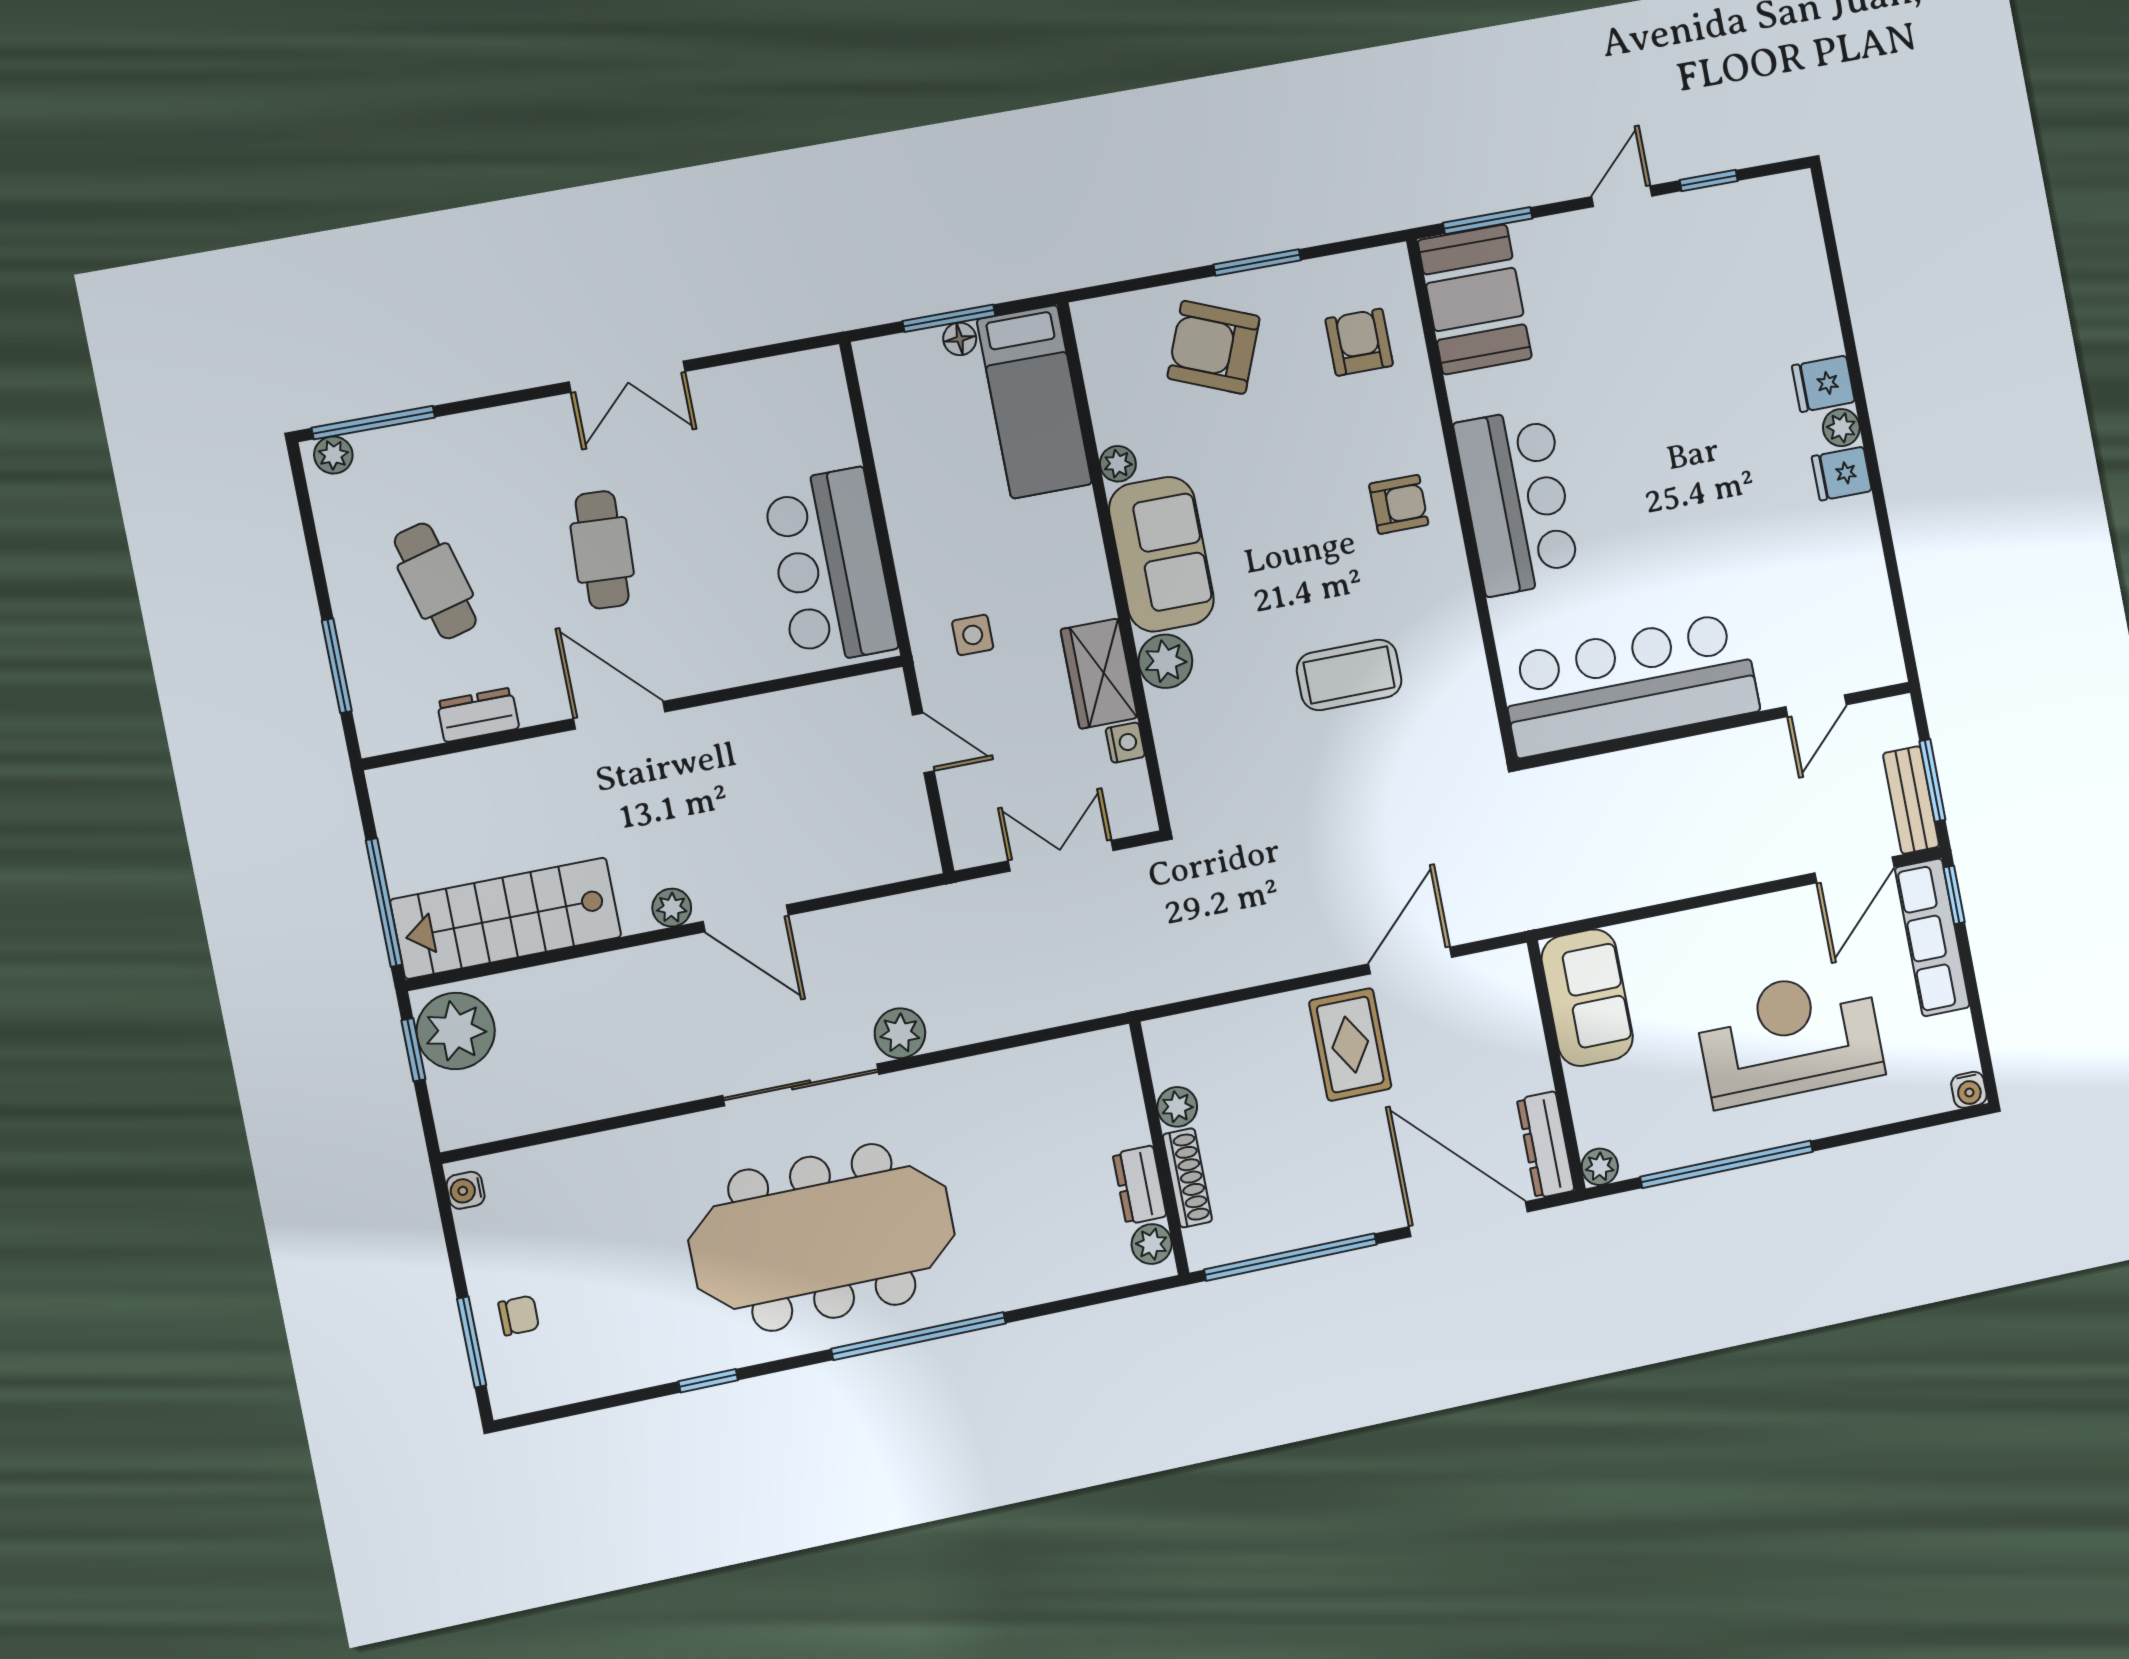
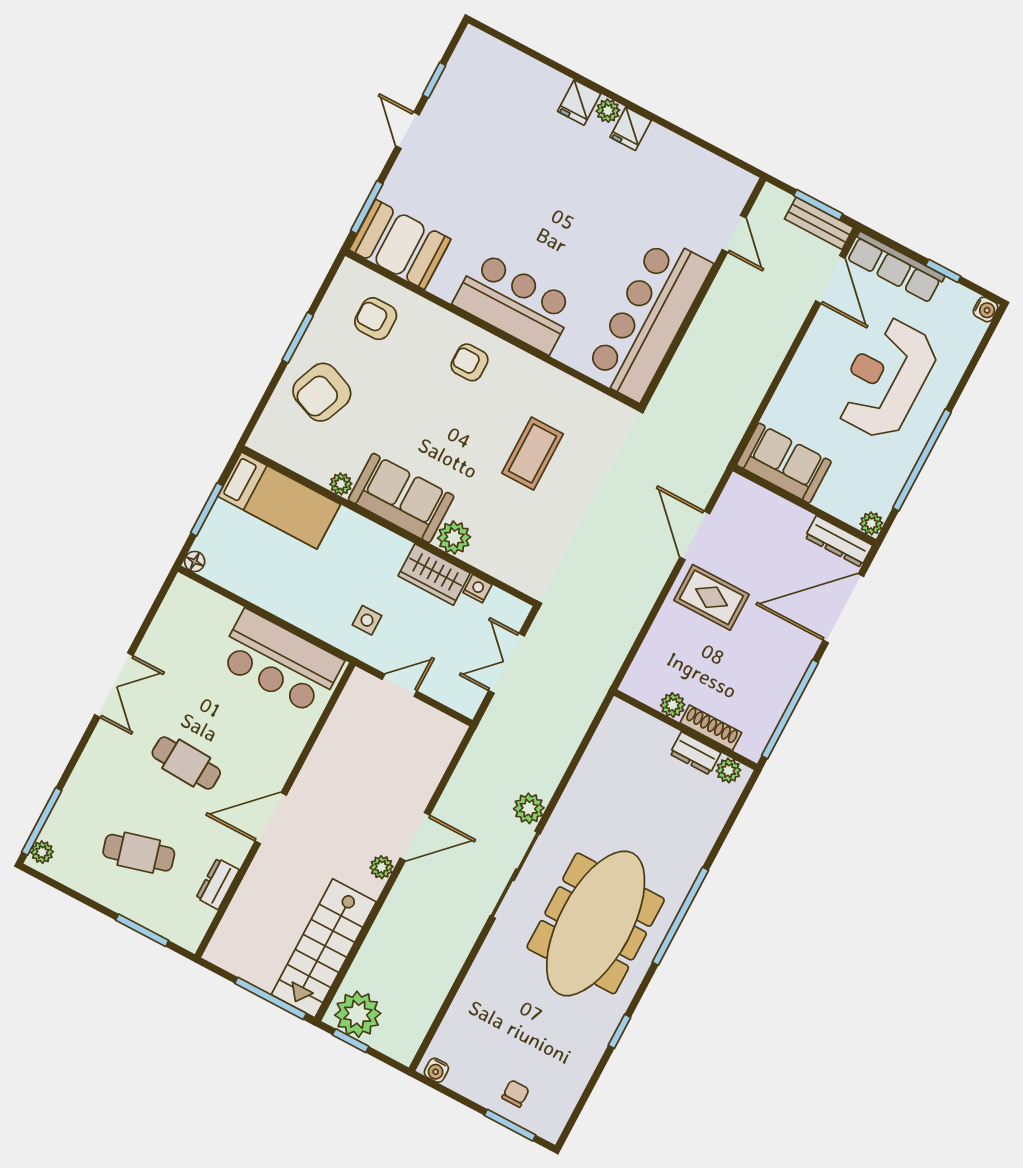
floor lamp: (960, 339) -> (195, 561), moved
armchair: (1399, 504) -> (470, 362), turned -90
window: (1954, 895) -> (943, 271), moved

